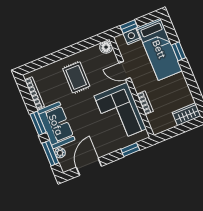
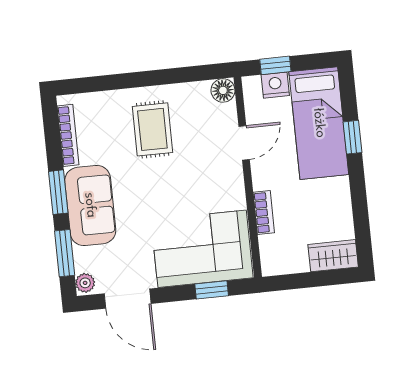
door: (125, 70) -> (244, 143), swing flipped
corner sofa: (120, 112) -> (202, 249), moved, turned 90
plant: (60, 153) -> (85, 283), moved
door: (89, 167) -> (128, 299), swing flipped

